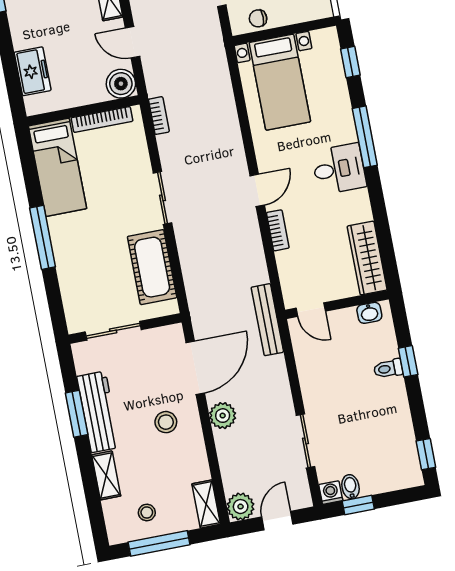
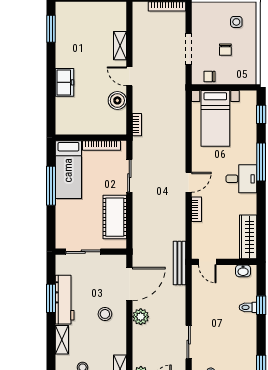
wall: (83, 110) -> (91, 138), moved
bookcase: (102, 119) -> (101, 145), moved
bed: (57, 167) -> (68, 170), moved

